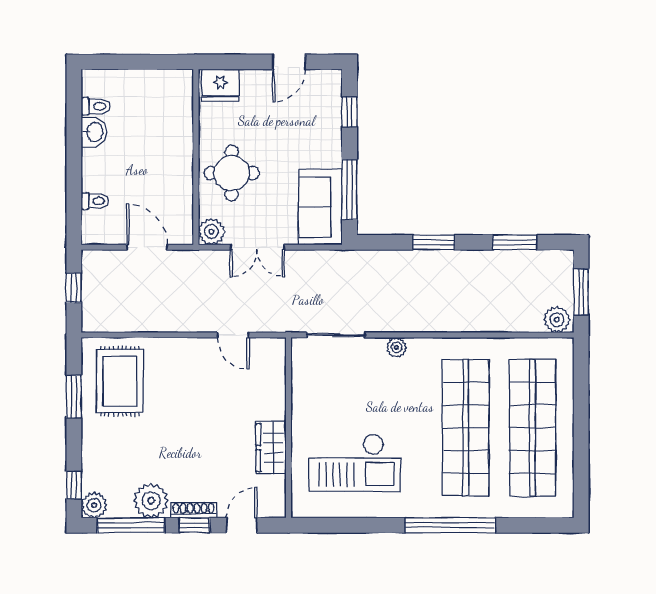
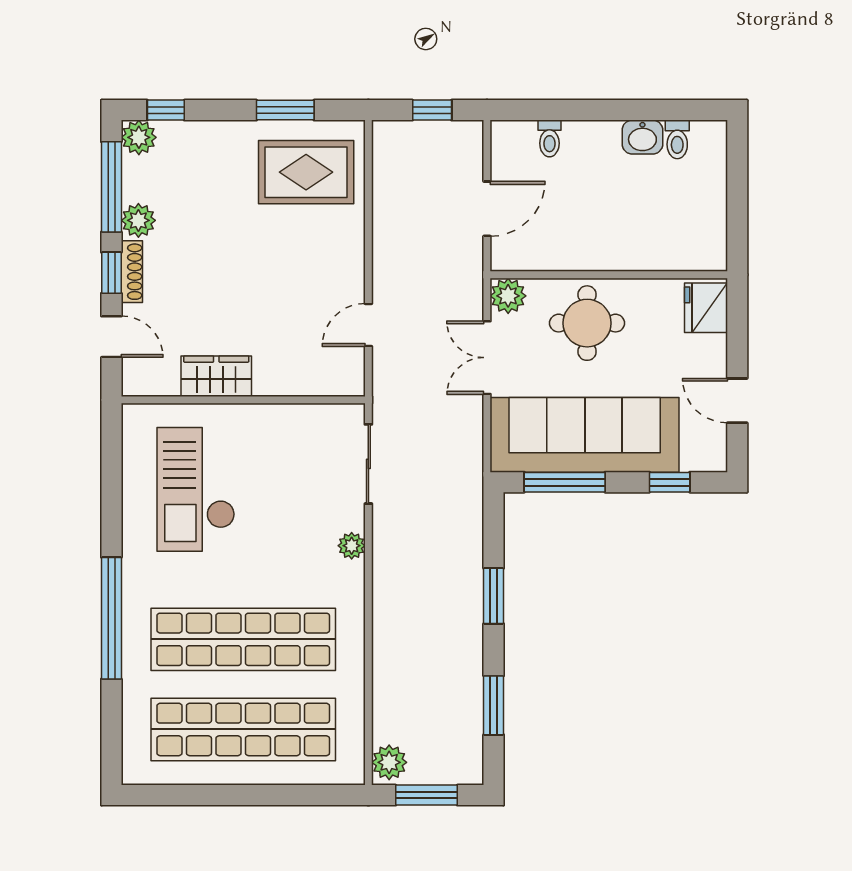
sofa: (320, 207) -> (585, 435), width x1.85, depth x1.27
plant: (151, 501) -> (138, 220), width x0.73, depth x0.73

